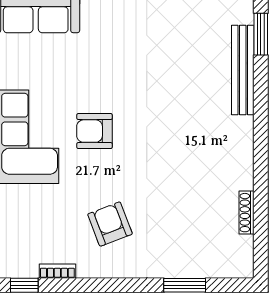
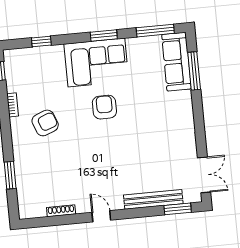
door: (261, 152) -> (101, 216), added
bookcase: (57, 271) -> (13, 105), moved

